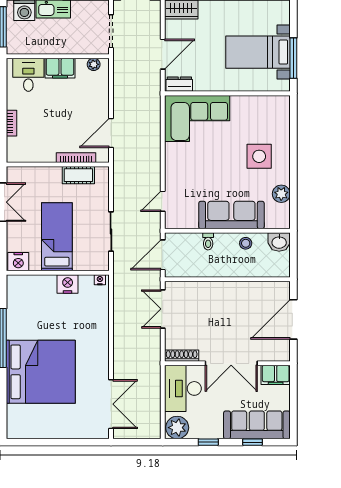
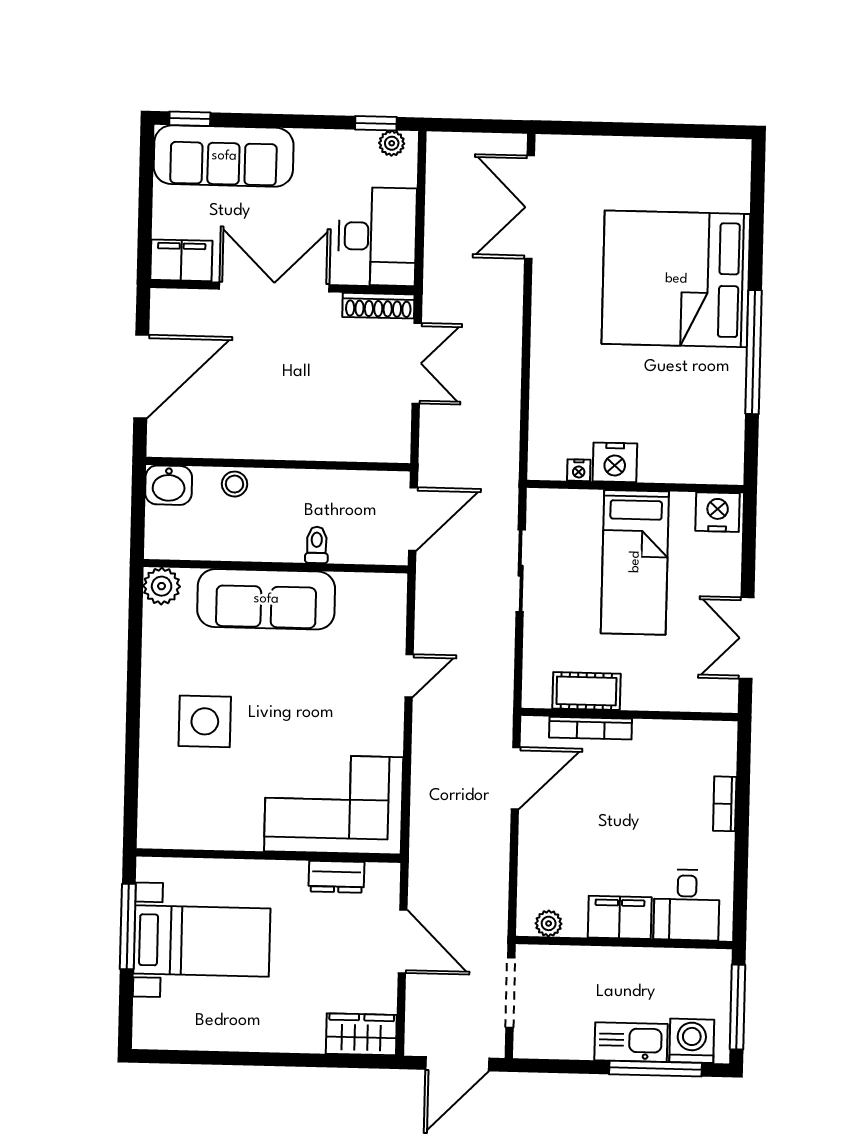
door: (163, 54) -> (403, 941), swing flipped
dresser: (179, 84) -> (336, 877), moved
plant: (281, 194) -> (162, 586), moved
door: (163, 201) -> (409, 676), moved
washbasin: (279, 242) -> (169, 485), moved, turned 180
stool: (246, 243) -> (234, 484), moved
nightstand: (100, 280) -> (579, 470), moved
double door: (163, 309) -> (417, 363), moved
plant: (177, 428) -> (392, 143), width x0.53, depth x0.53
window: (208, 442) -> (376, 123), moved
window: (252, 442) -> (190, 119), moved

